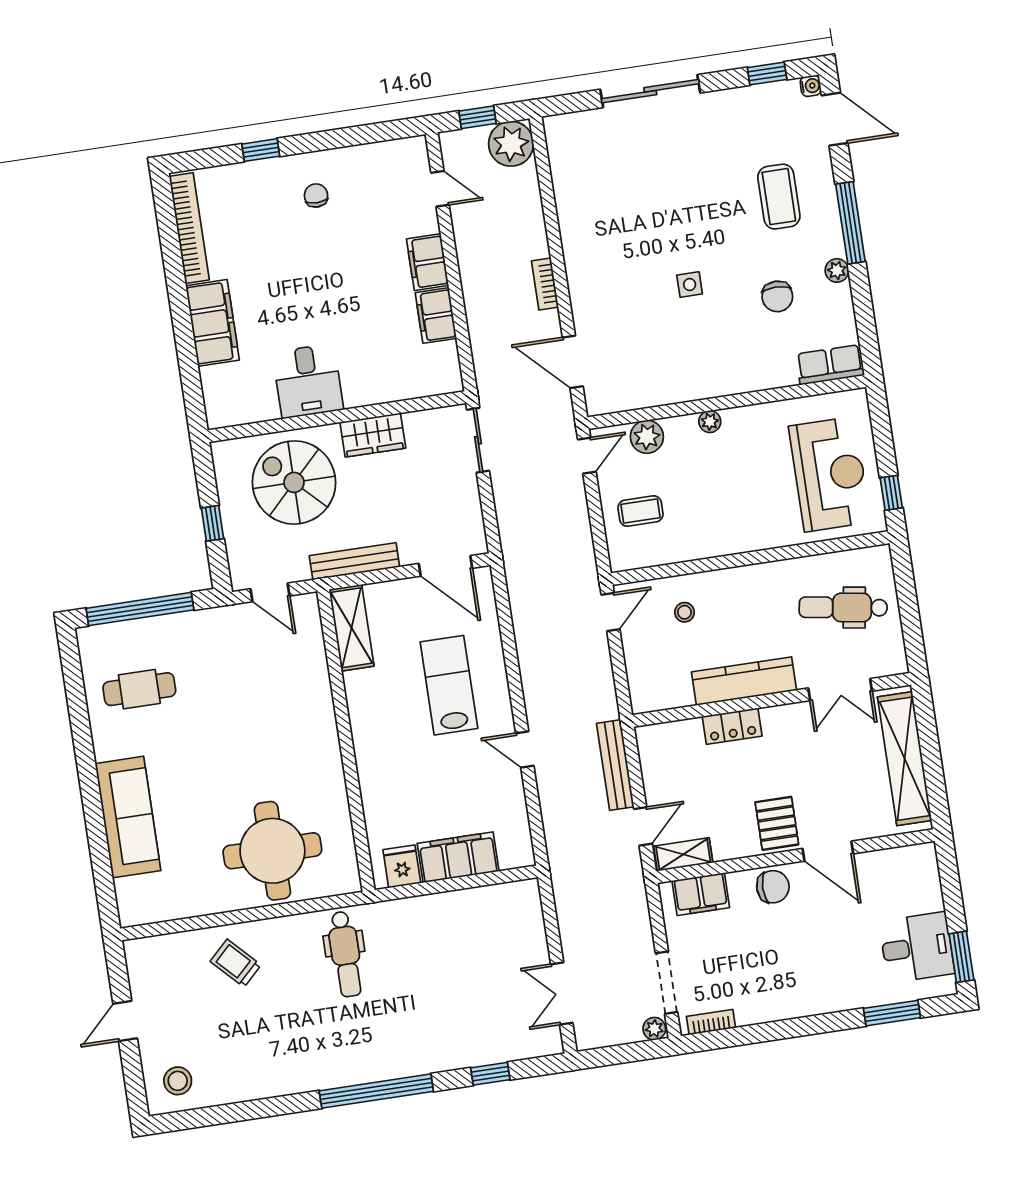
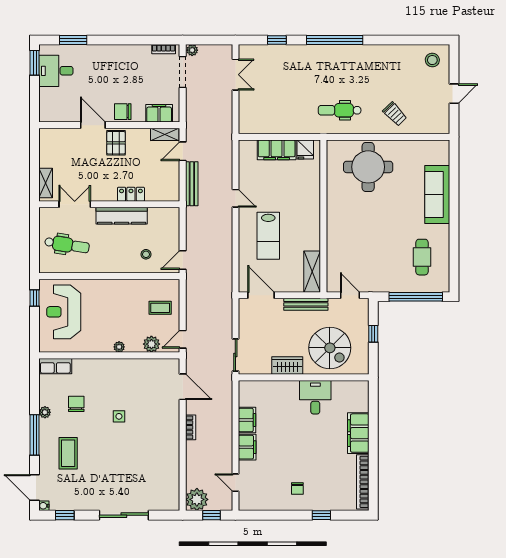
cafe table: (139, 689) -> (422, 257), turned 90
shelving: (905, 759) -> (46, 183), width x0.45, depth x0.75
dental chair: (345, 954) -> (340, 110), turned -90

